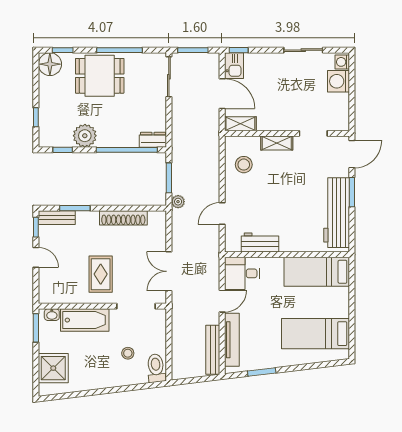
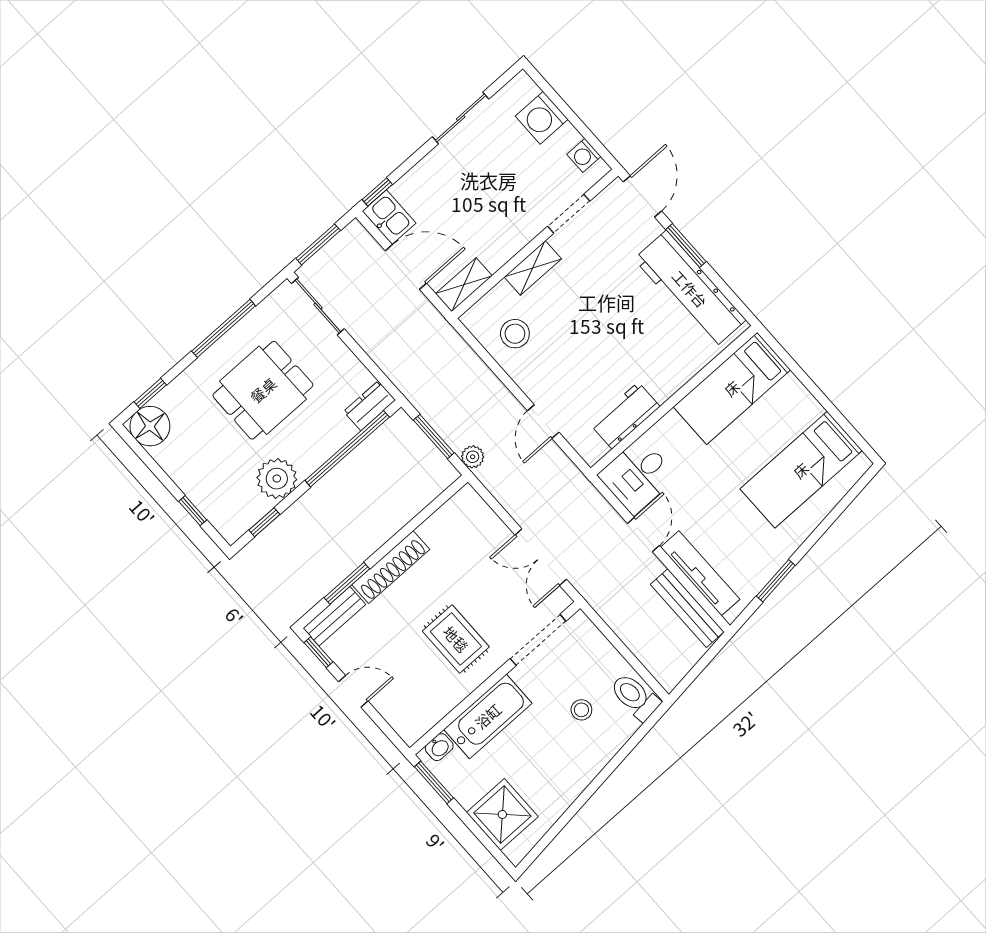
washing machine: (342, 62) -> (584, 155), moved
dining table: (100, 76) -> (263, 390), moved
shoe rack: (123, 218) -> (391, 567), moved

